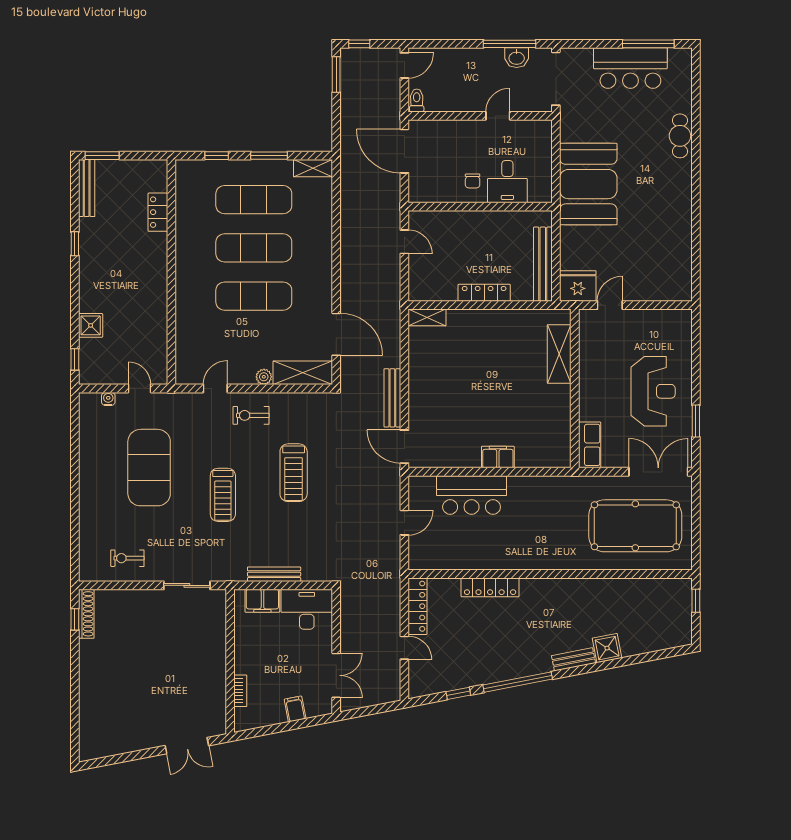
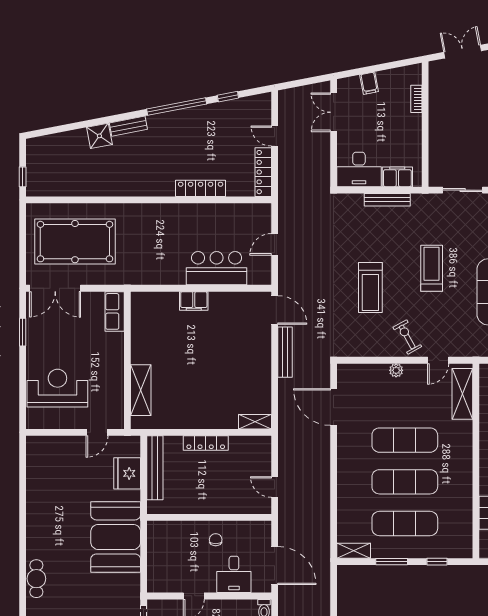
desk: (507, 182) -> (234, 574), moved, turned 180
fridge: (578, 286) -> (127, 473), moved, turned 90
shelving: (303, 373) -> (462, 394), moved, turned 90
reception desk: (653, 391) -> (57, 388), moved, turned 90
exercise bike: (251, 415) -> (407, 337), turned -119
treadmill: (294, 473) -> (370, 287), turned 180

